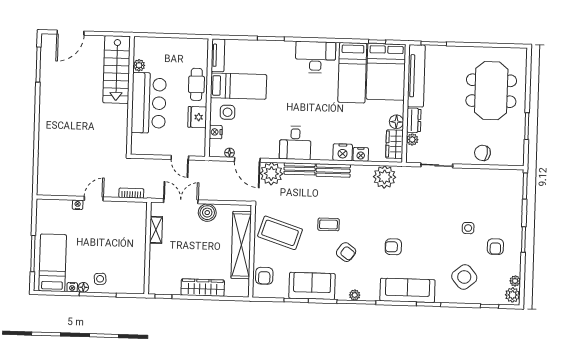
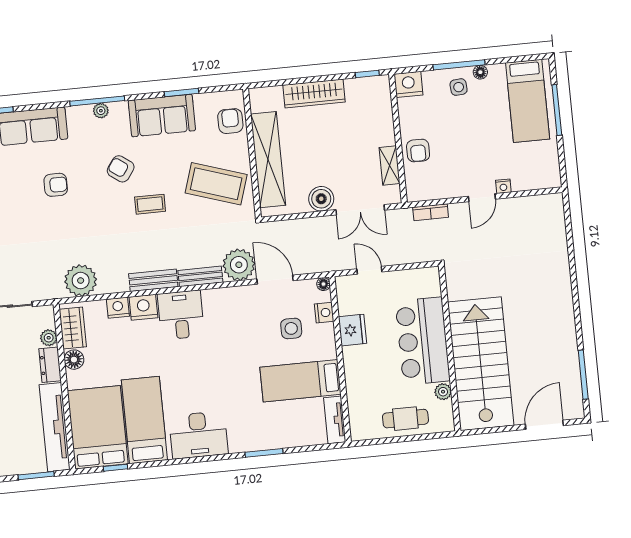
stairs: (117, 70) -> (481, 364), width x1.36, depth x1.51
cafe table: (196, 84) -> (405, 419), moved, turned 90
side table: (228, 112) -> (291, 328), moved
desk: (295, 143) -> (181, 315), moved
floor lamp: (230, 153) -> (323, 284), moved
armchair: (134, 238) -> (418, 151), added
nightstand: (72, 287) -> (408, 84), moved, width x1.89, depth x1.79

